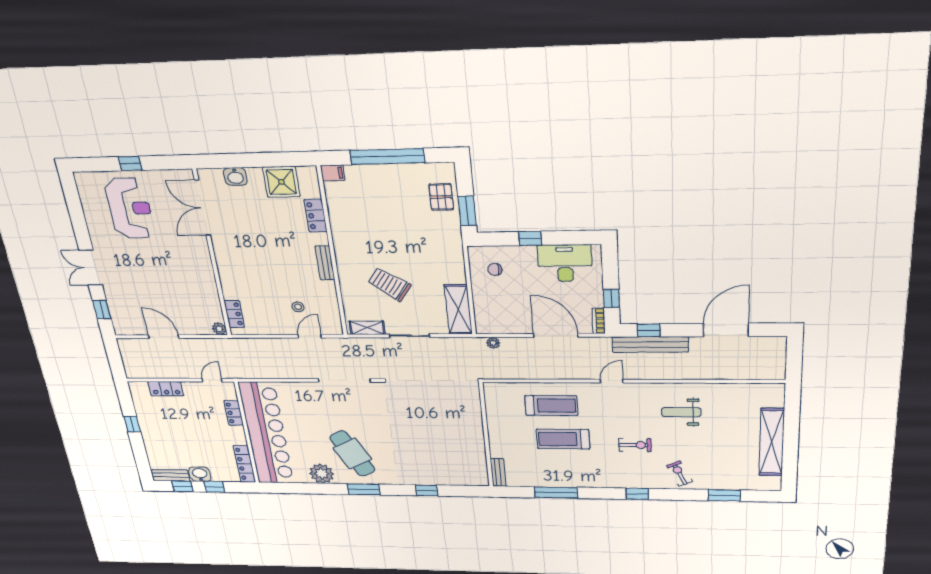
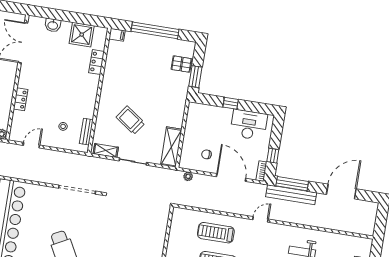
pallet: (441, 197) -> (181, 64), turned 90
bench: (325, 263) -> (86, 132), moved
chair: (495, 269) -> (206, 154), moved
locker: (234, 314) -> (21, 99), moved
window: (649, 330) -> (292, 184), width x2.17
door: (310, 336) -> (31, 145), moved
treadmill: (551, 405) -> (216, 233), turned 180

